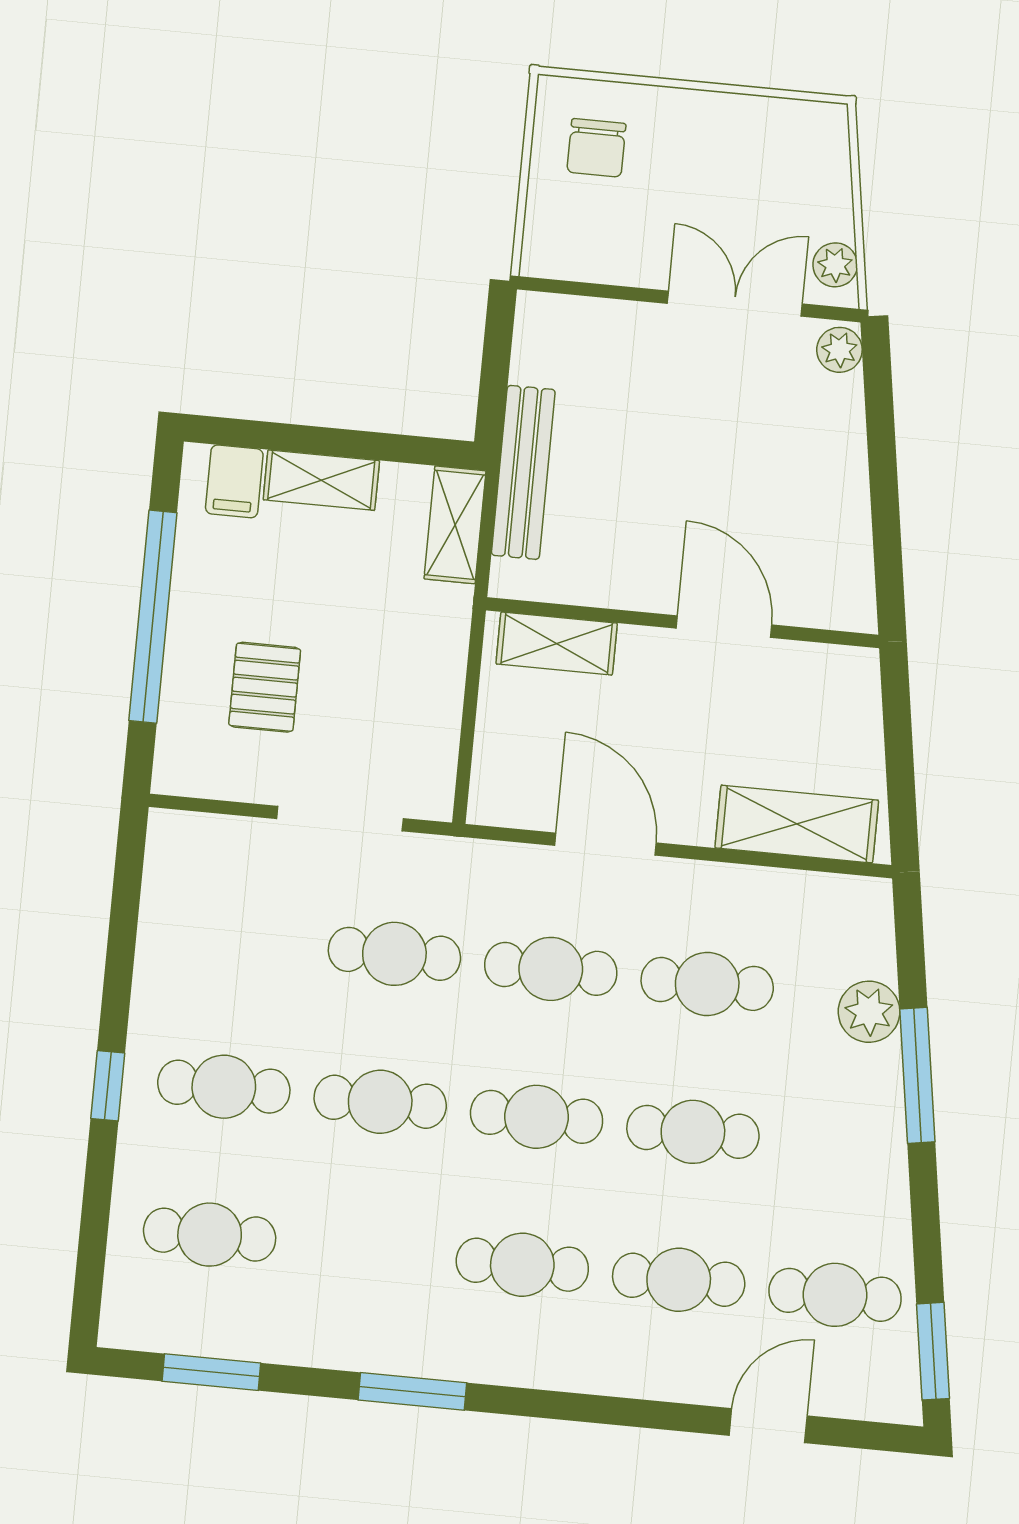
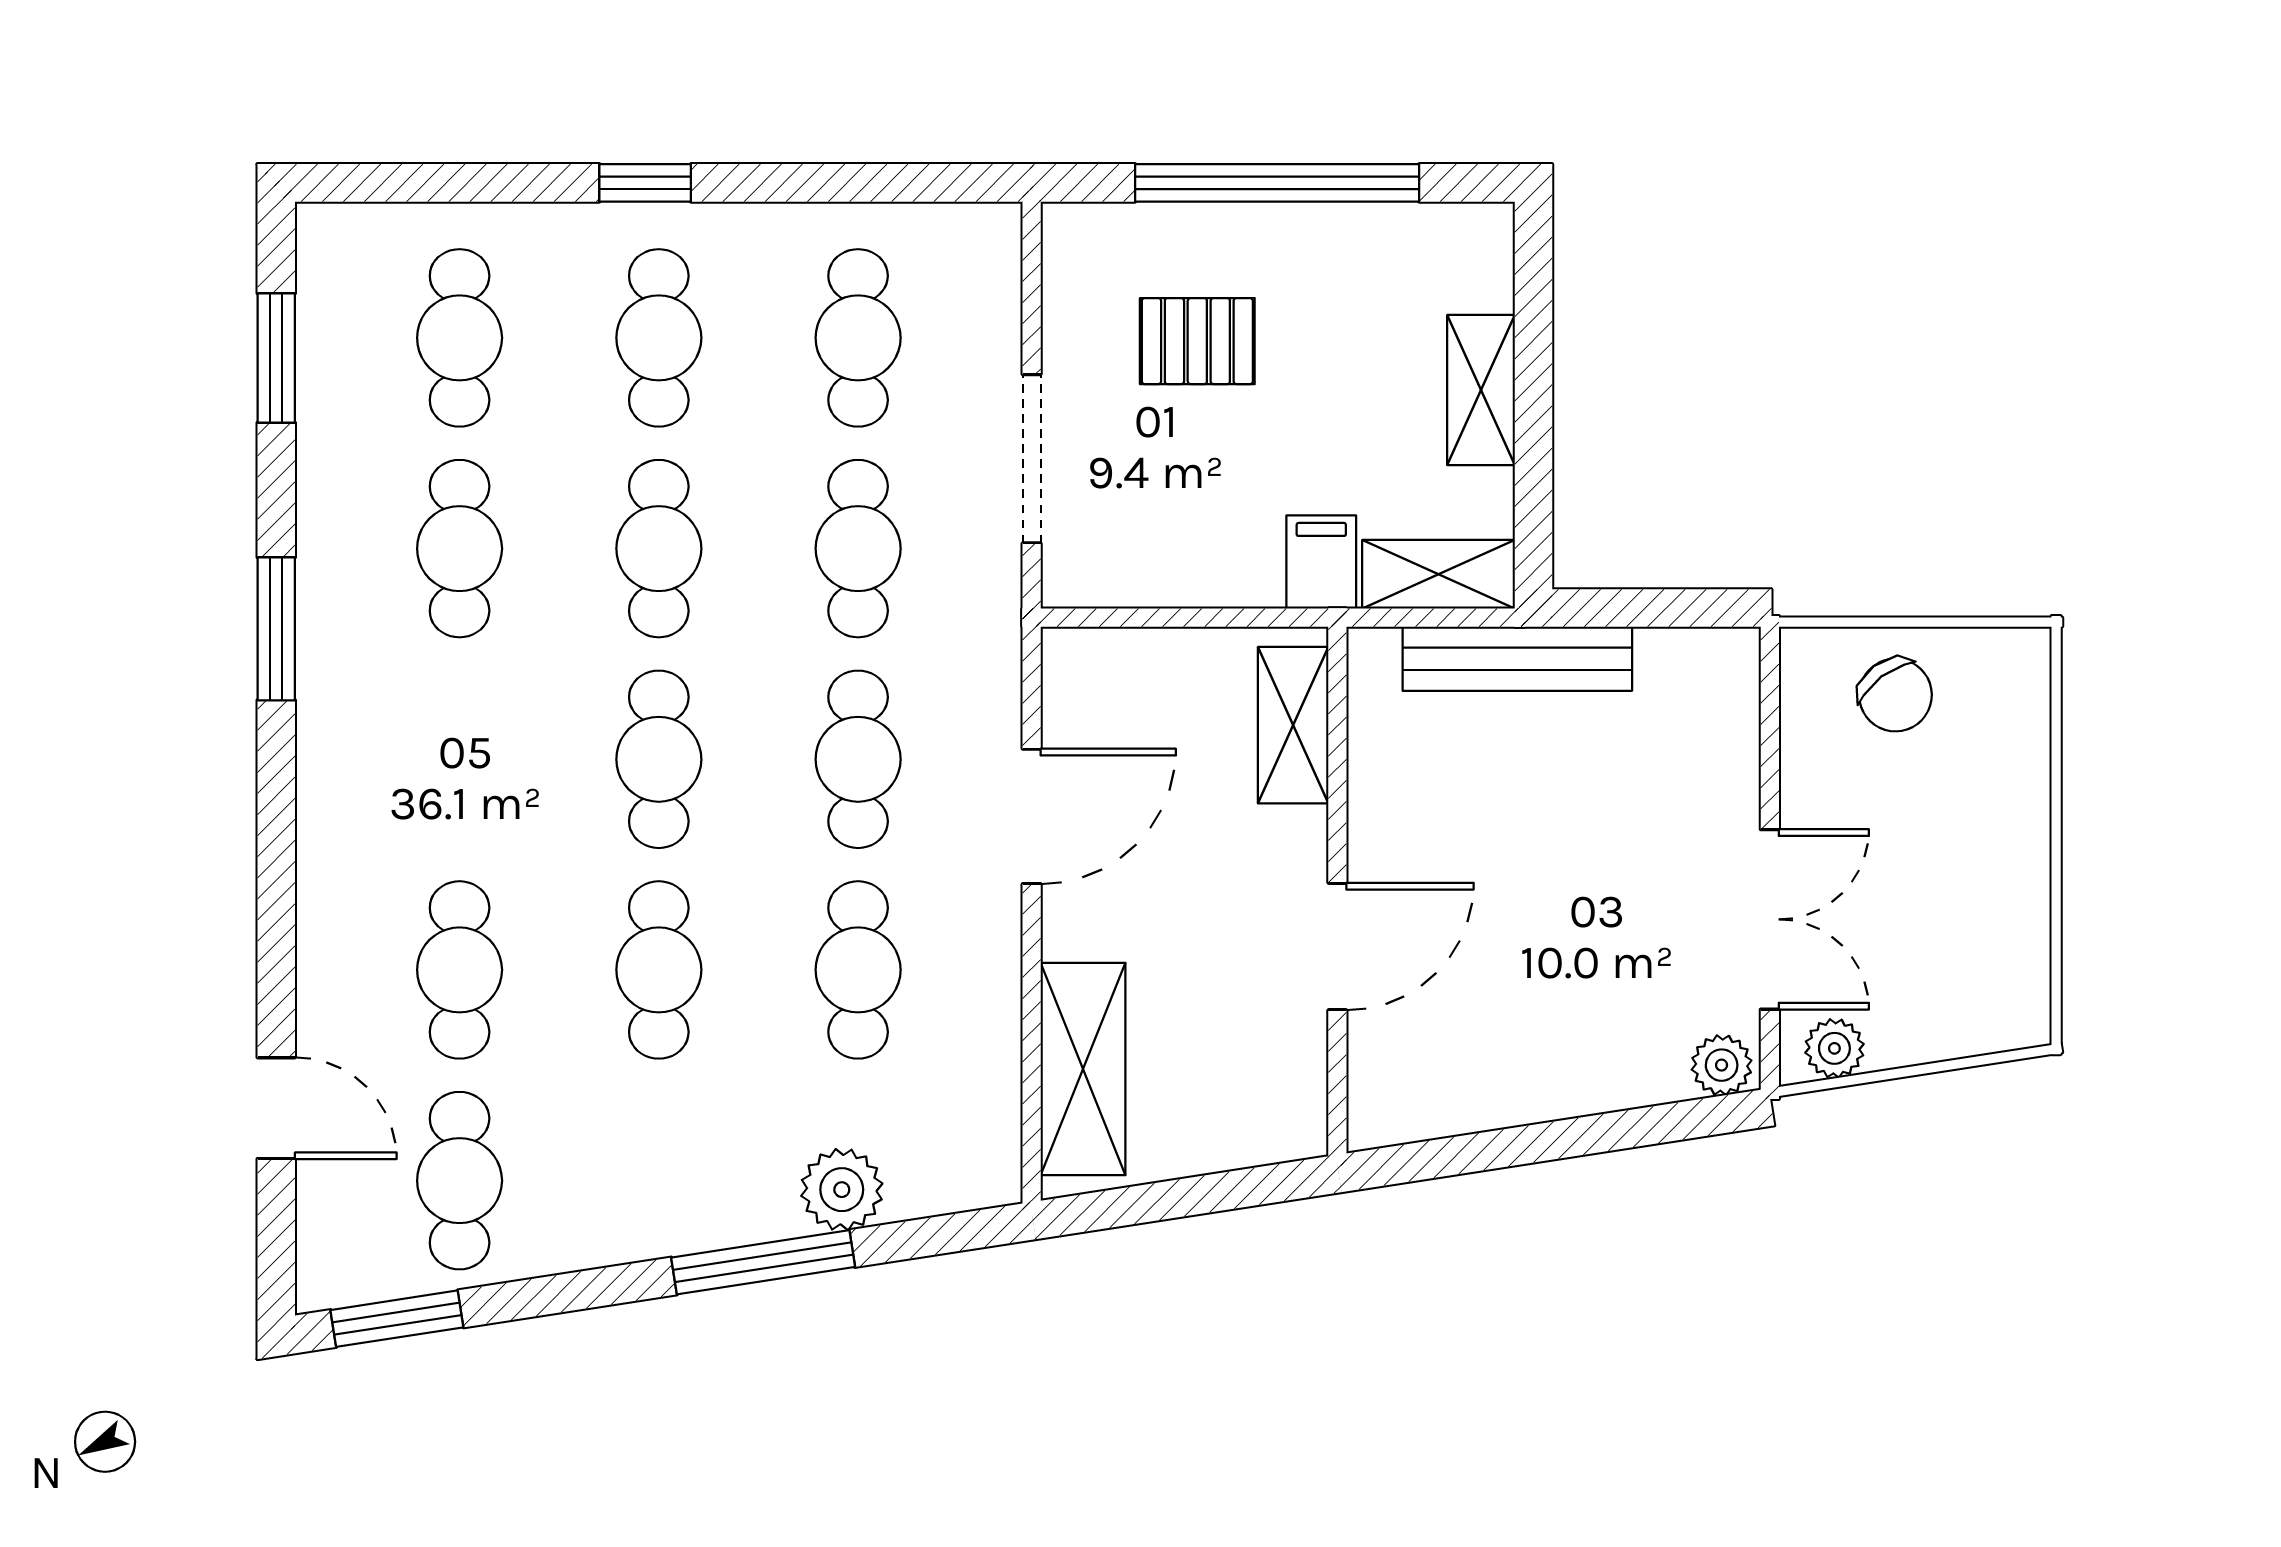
chair: (596, 148) -> (1895, 695), moved, turned -127
filing cabinet: (234, 481) -> (1321, 562), moved, turned 90
cafe table: (238, 939) -> (858, 338), added
cafe table: (522, 1265) -> (460, 549), moved

